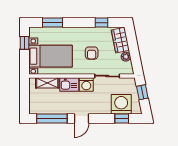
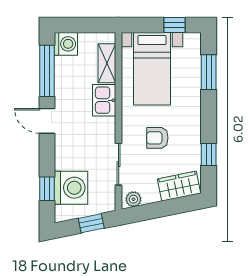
plant: (126, 57) -> (133, 199), moved
washing machine: (86, 85) -> (66, 44), moved, turned 180

